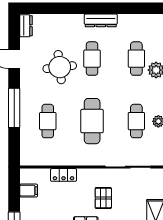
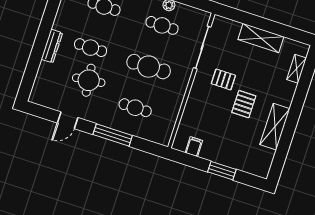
dresser: (101, 20) -> (52, 46), moved
dresser: (26, 26) -> (40, 99), removed
locker: (64, 175) -> (190, 109), removed

